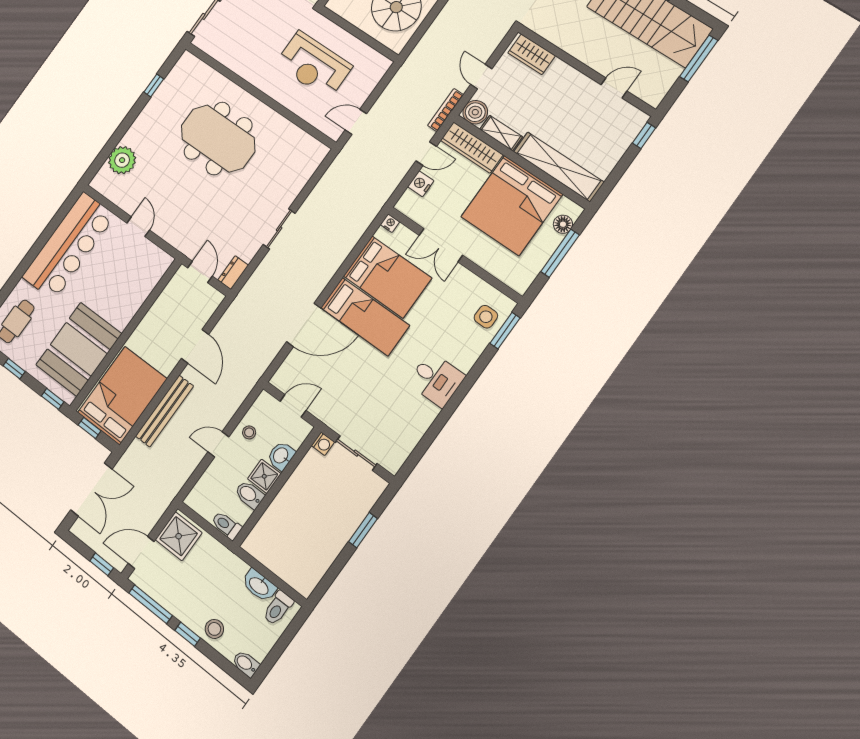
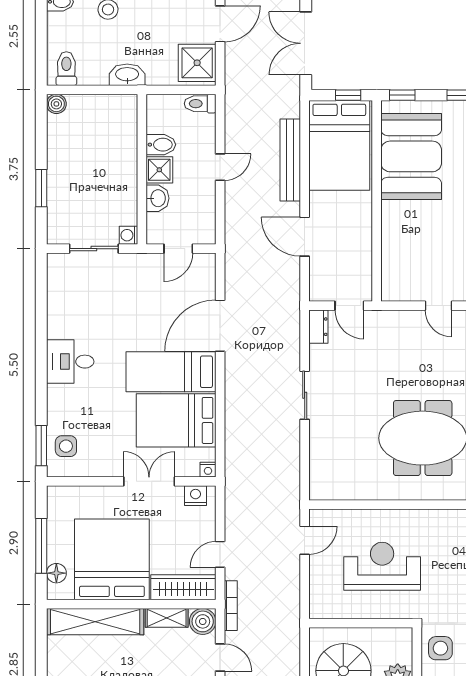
nightstand: (421, 184) -> (196, 496), moved, turned -90
stool: (249, 432) -> (200, 197), removed
toilet: (226, 525) -> (200, 104), moved, turned 180
washbasin: (259, 586) -> (127, 75), moved
boiler: (305, 587) -> (56, 104), added

